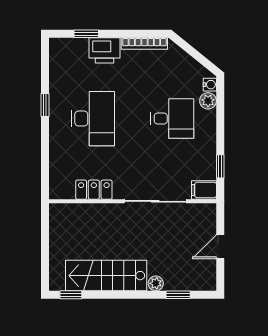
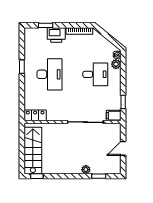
locker: (94, 190) -> (35, 115), moved
stairs: (106, 276) -> (33, 150), moved, turned 90

